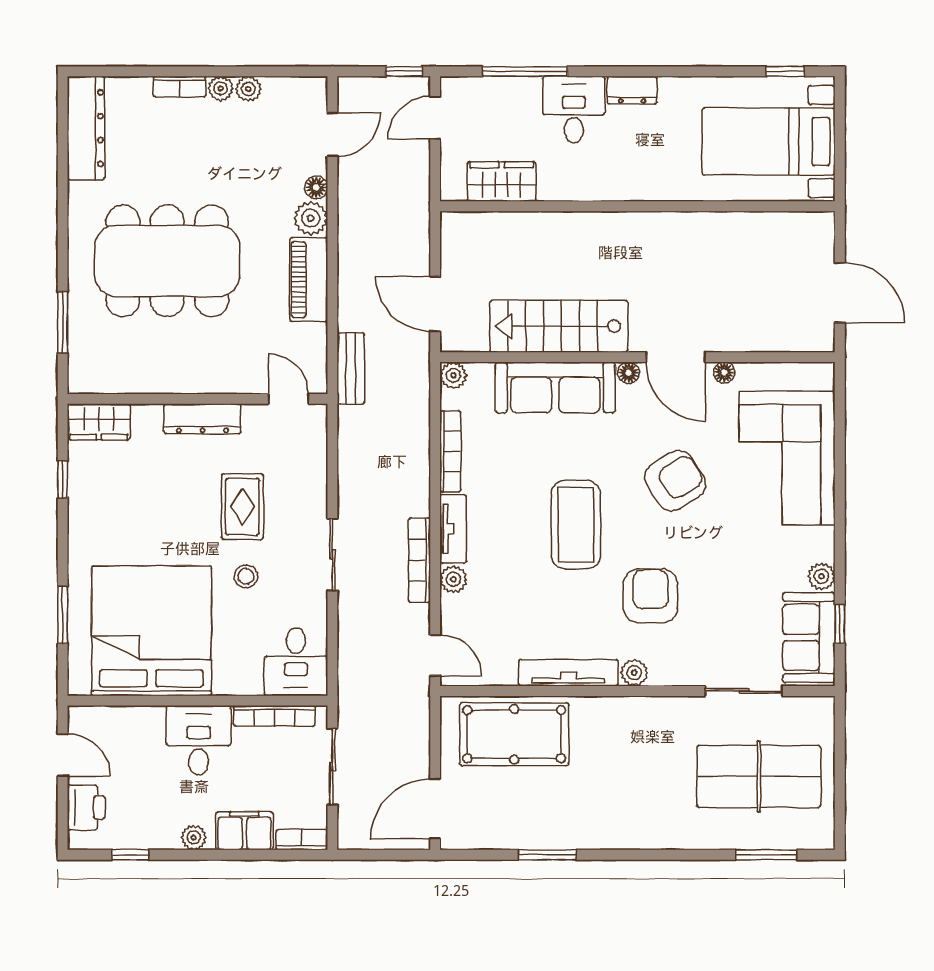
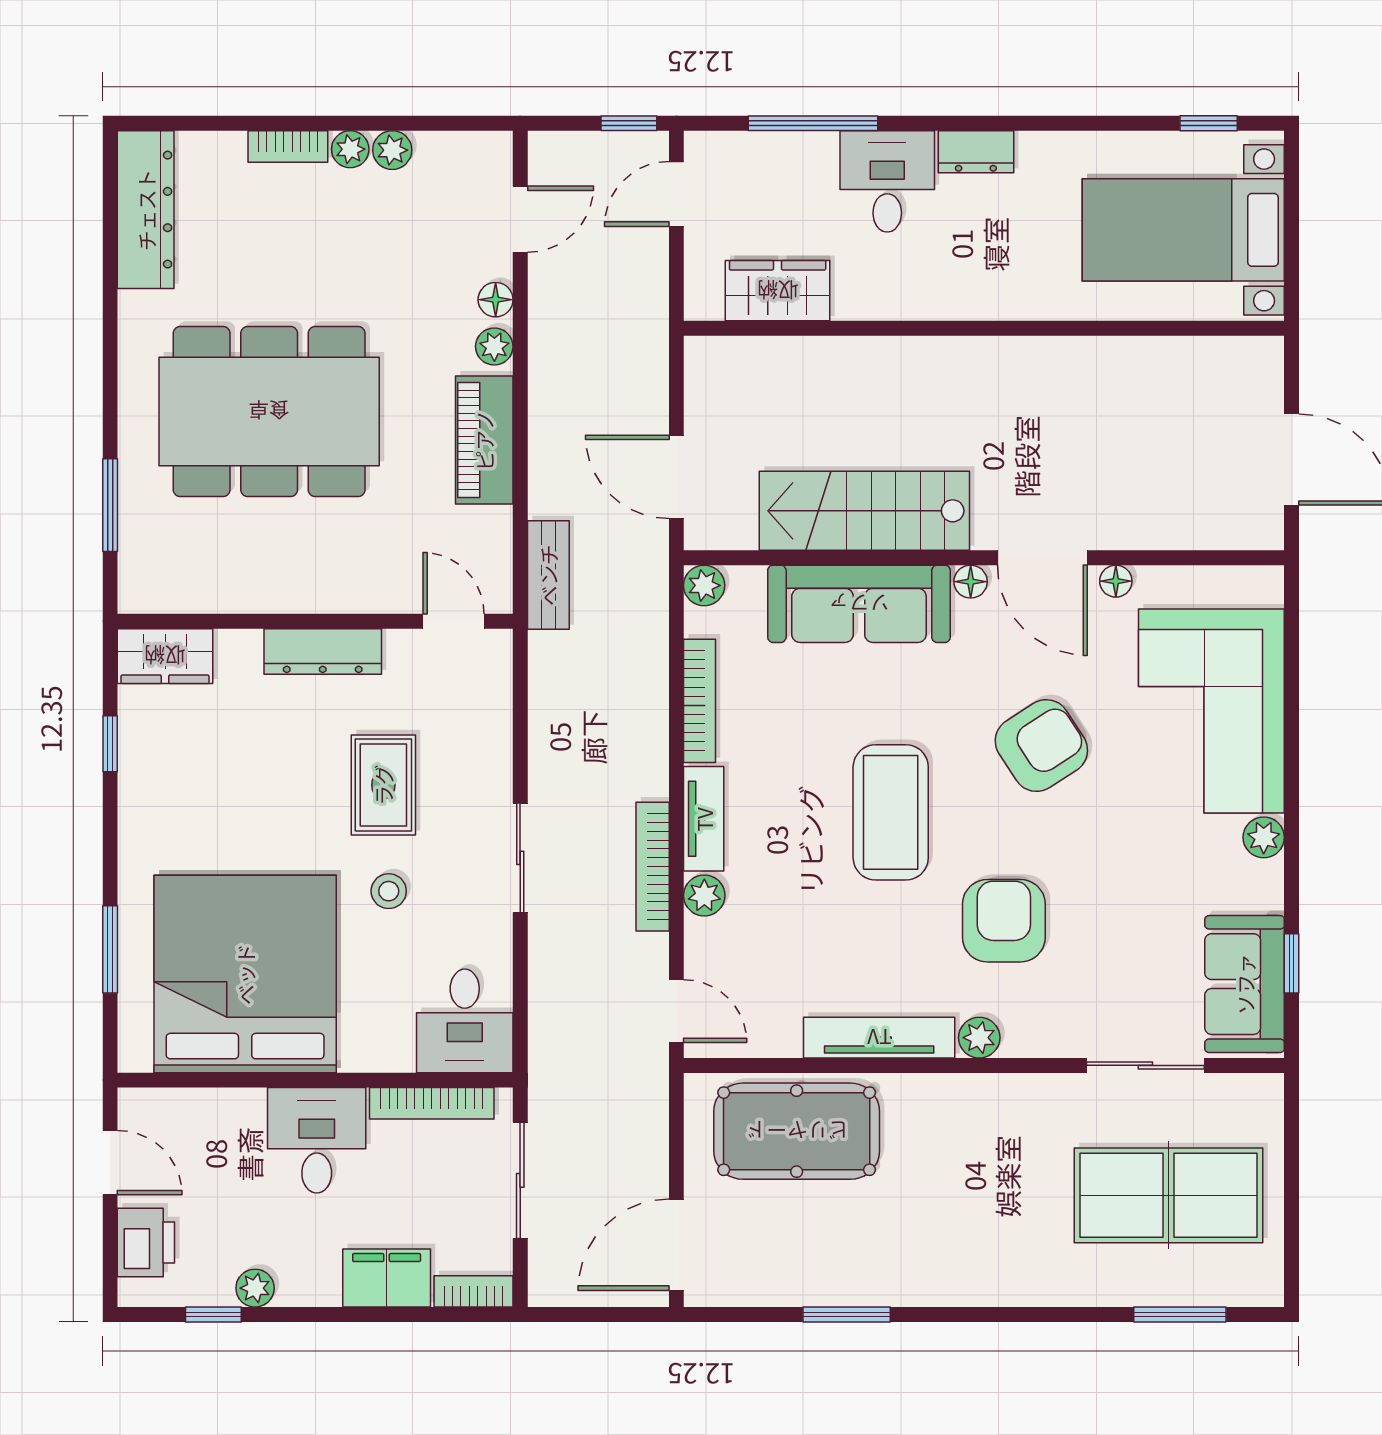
plant: (311, 218) -> (494, 346), width x0.73, depth x0.73
plant: (821, 576) -> (1264, 837), moved
plant: (194, 837) -> (255, 1288), moved

